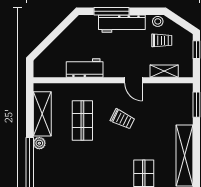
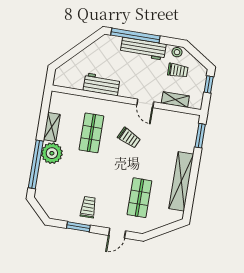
window: (112, 11) -> (135, 36), width x1.46
shelving: (42, 114) -> (52, 127), width x0.67, depth x0.75
plant: (39, 143) -> (52, 153), width x1.88, depth x1.88

